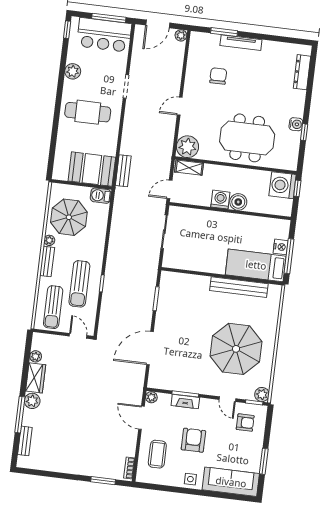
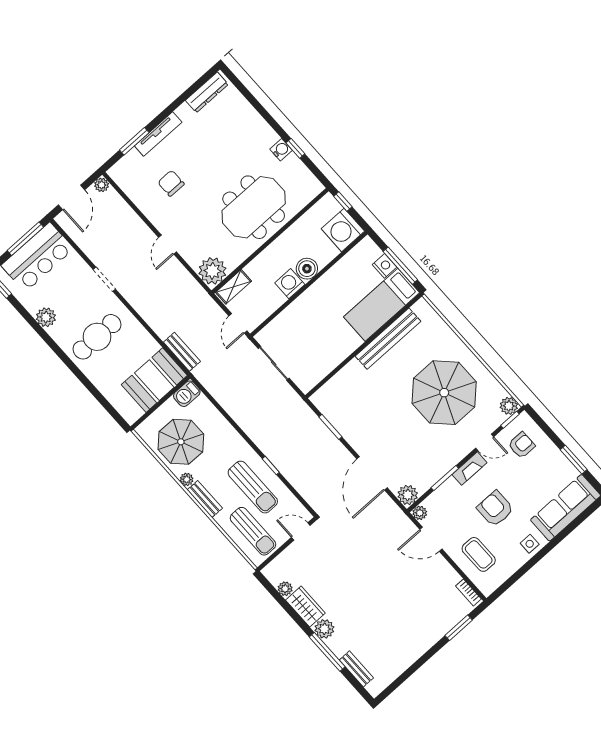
dresser: (302, 72) -> (207, 92), moved, turned -90
washing machine: (282, 185) -> (343, 230), moved
plant: (156, 381) -> (408, 495), added
fireplace: (185, 402) -> (470, 469), moved

